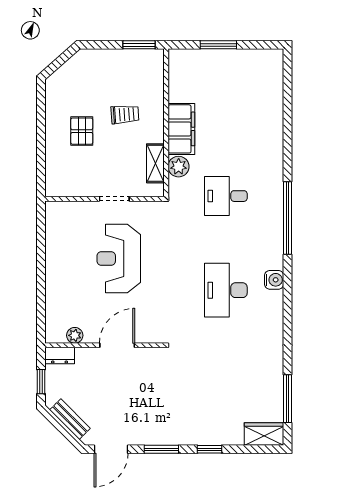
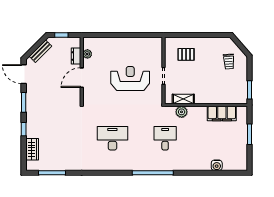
trolley: (125, 114) -> (229, 62), moved
filing cabinet: (181, 129) -> (222, 113), moved
pallet: (82, 131) -> (186, 54), moved
water cooler: (274, 280) -> (217, 165), moved
door: (117, 345) -> (82, 78), swing flipped
dresser: (60, 356) -> (76, 56), moved
wardrobe: (264, 434) -> (32, 149), moved

